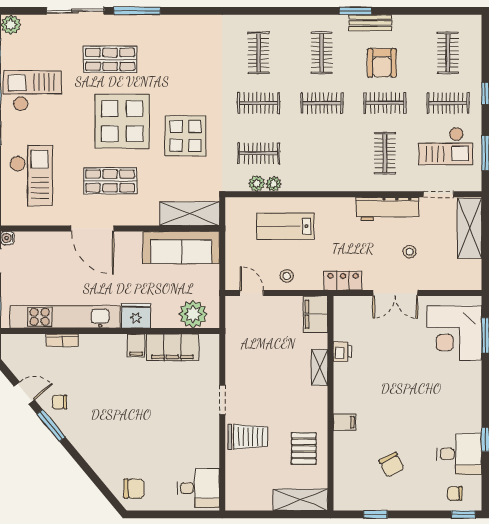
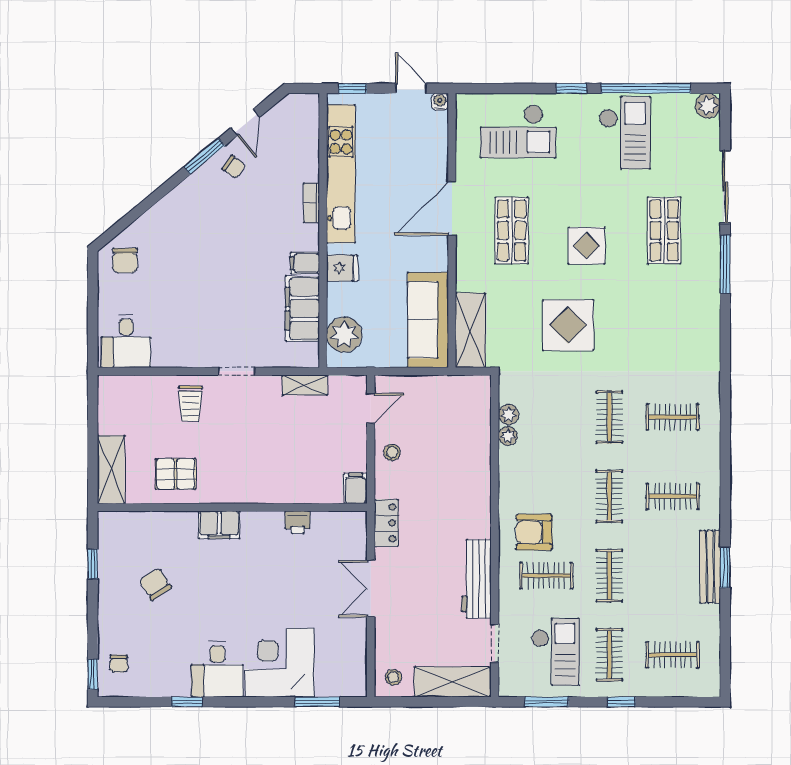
window: (356, 11) -> (725, 567), moved
bench: (370, 23) -> (710, 567), width x1.36
armchair: (382, 63) -> (534, 532), moved
display table: (122, 121) -> (587, 246), width x0.54, depth x0.54
checkout: (445, 146) -> (555, 652), turned 180
clothes rail: (259, 153) -> (546, 417), removed
lab bench: (285, 226) -> (455, 451), removed
stool: (410, 252) -> (393, 677), moved
filing cabinet: (315, 314) -> (356, 488), width x0.50
fridge: (136, 316) -> (342, 268), width x0.72
corner desk: (454, 333) -> (280, 663), moved
bookcase: (62, 340) -> (311, 203), moved
shelving: (320, 367) -> (305, 385), moved
chair: (60, 402) -> (234, 167), turned 126
filing cabinet: (344, 422) -> (219, 525), width x2.00
trolley: (248, 437) -> (190, 404), width x0.73, depth x0.72
desk: (459, 454) -> (217, 669), moved
chair: (392, 465) -> (155, 584), turned 83
chair: (455, 494) -> (119, 664), turned 180

